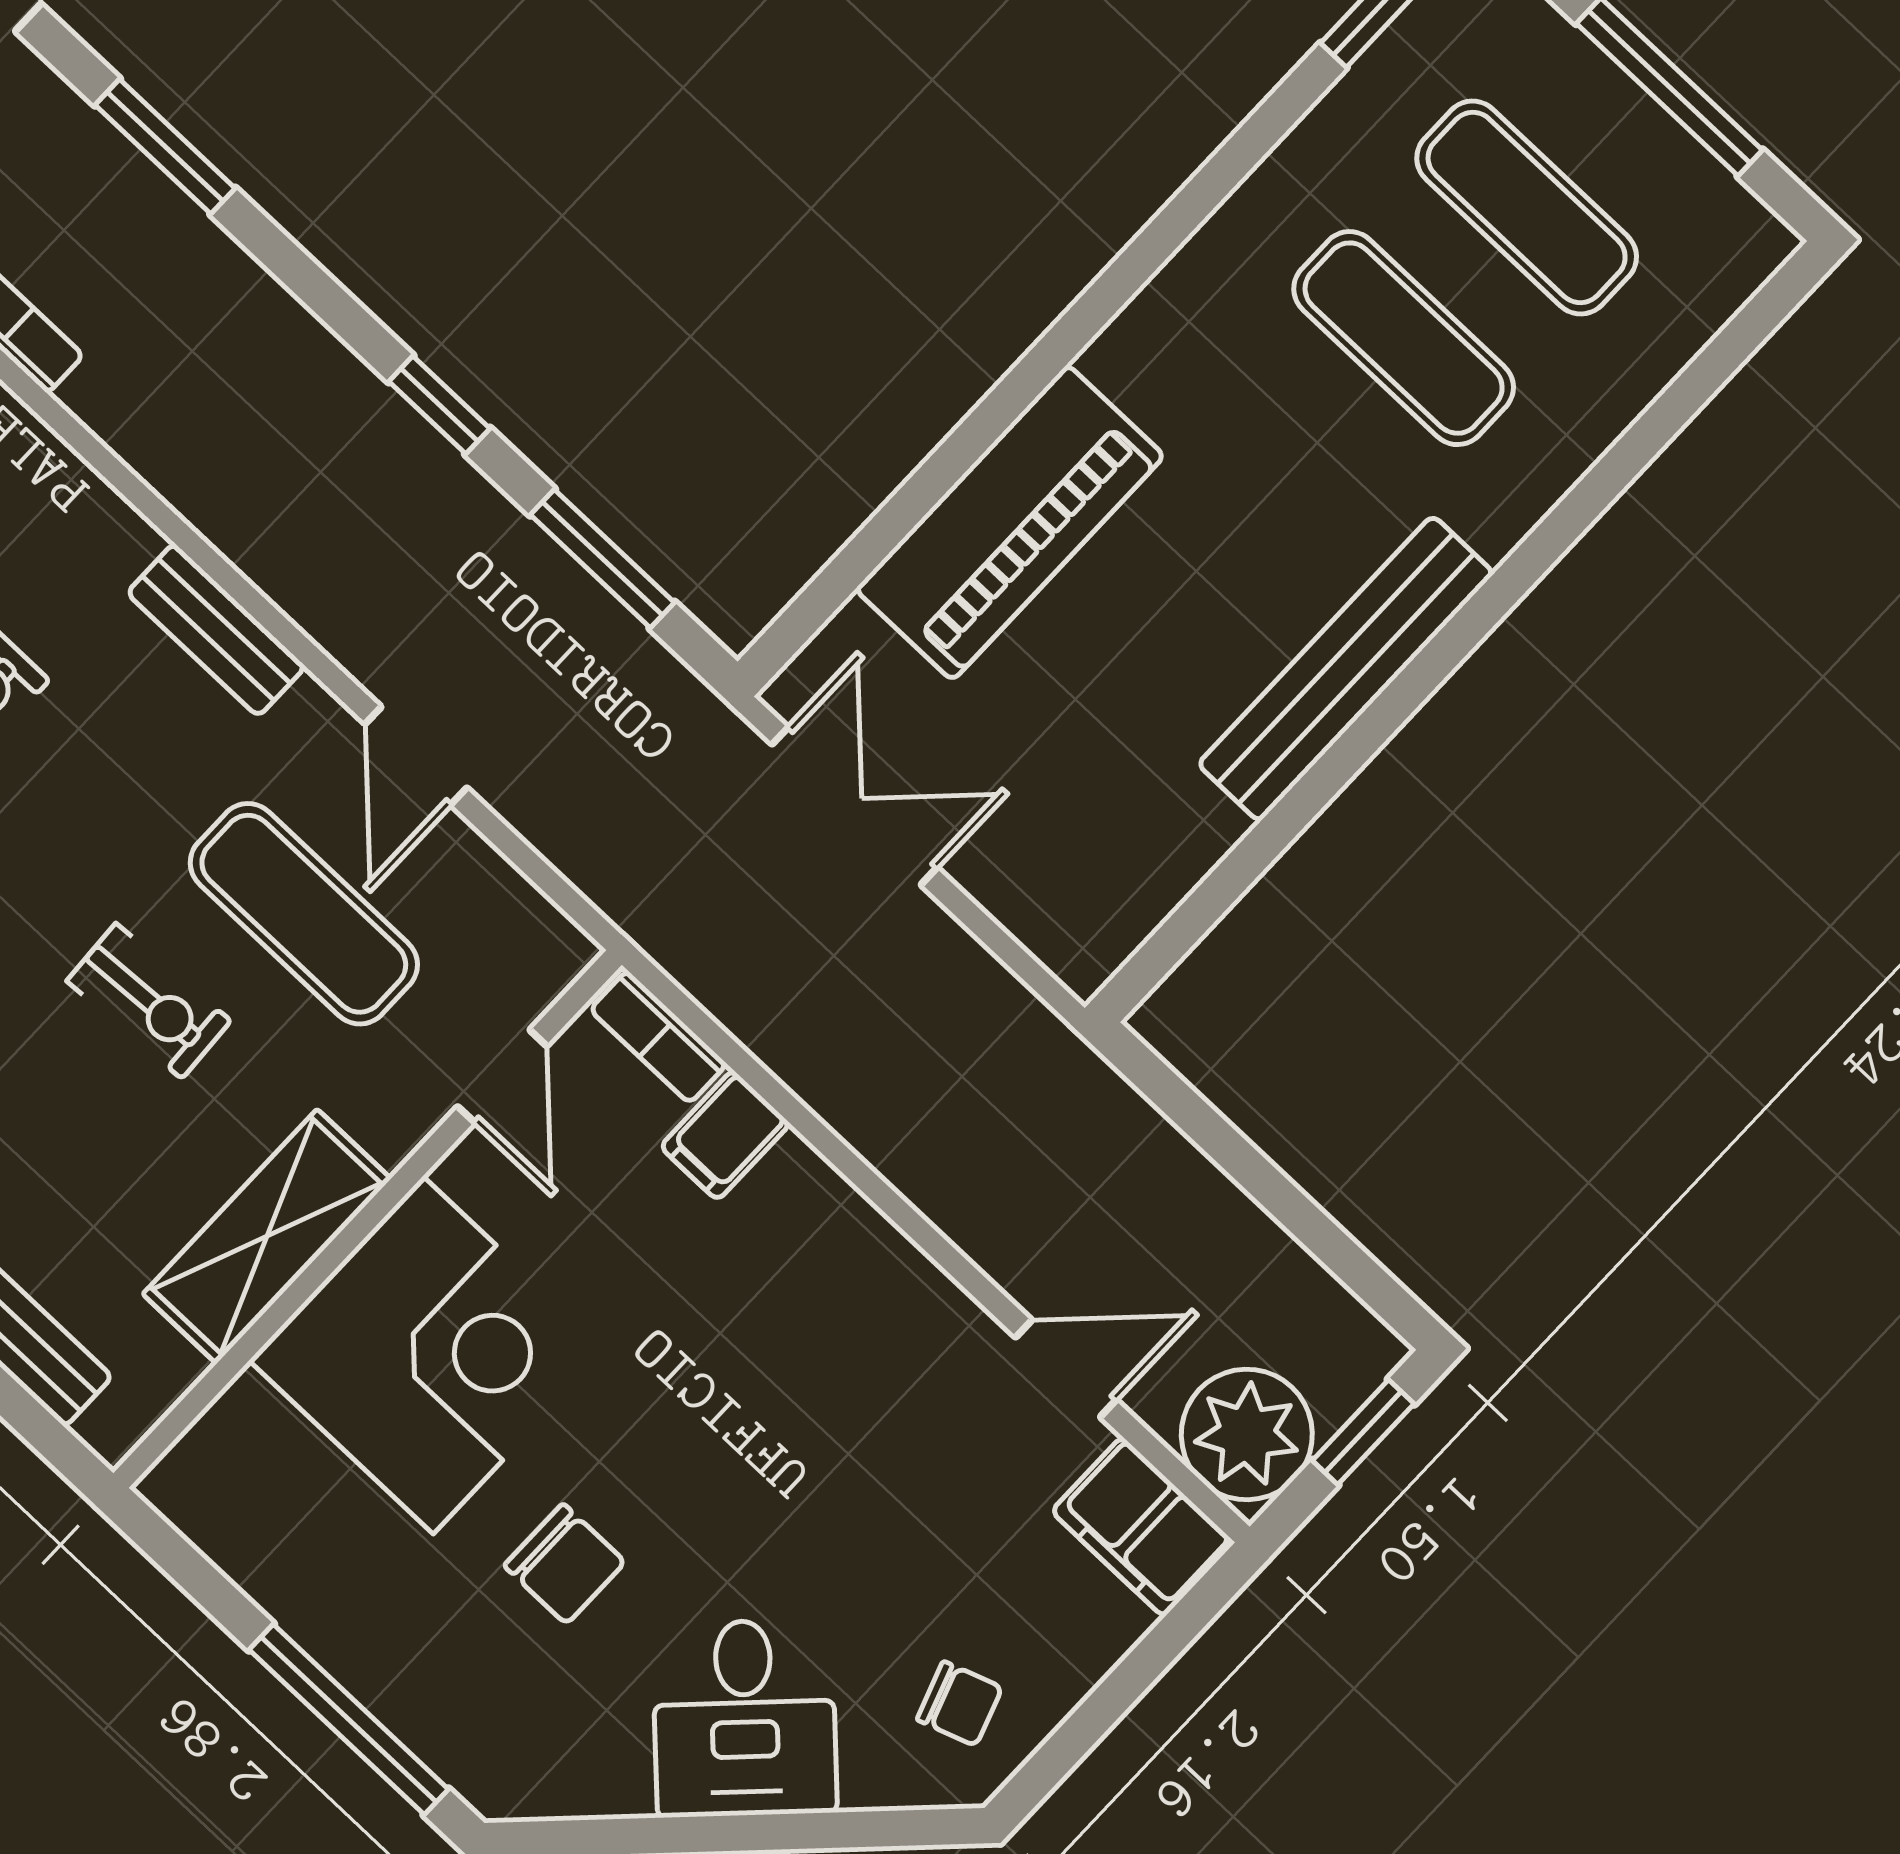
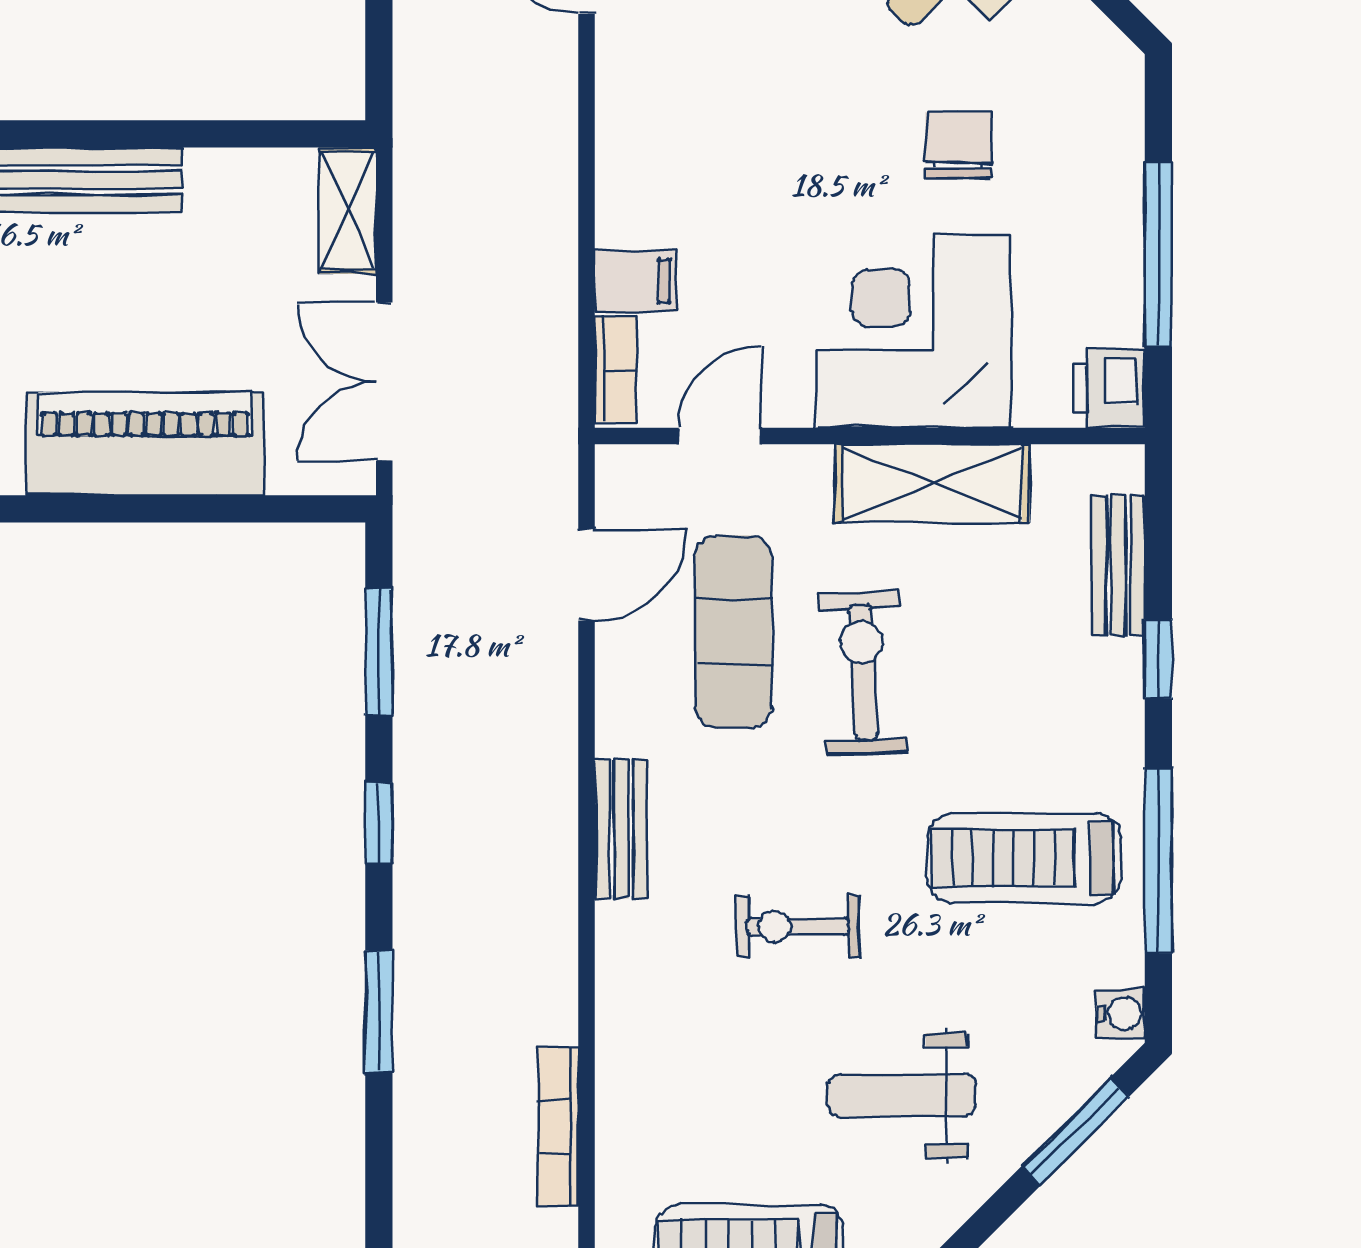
window: (165, 147) -> (379, 1012), moved
door: (416, 756) -> (587, 575), moved
shelving: (1050, 925) -> (348, 211), added
exercise bike: (149, 1001) -> (863, 672), width x1.38, depth x1.39
printer: (199, 1489) -> (1109, 388), added
window: (349, 1719) -> (1158, 254), moved

